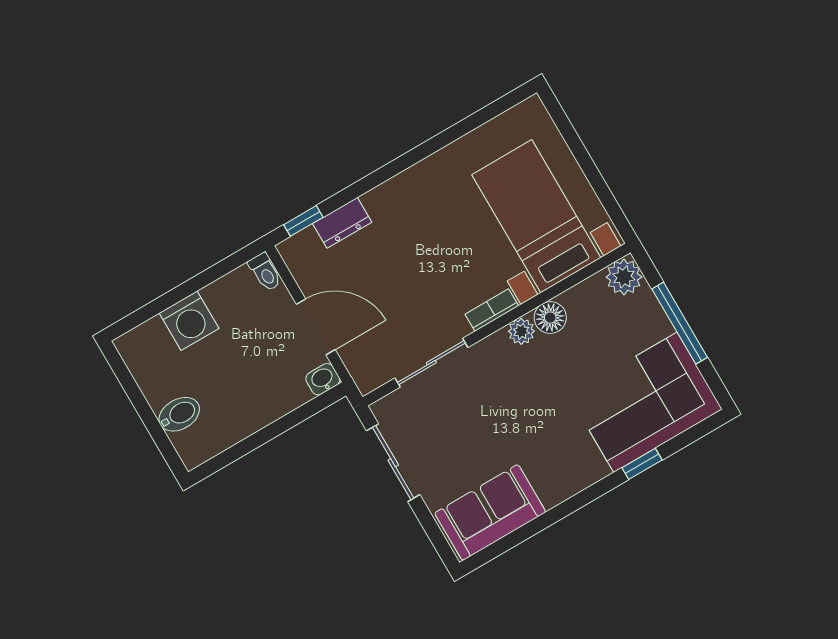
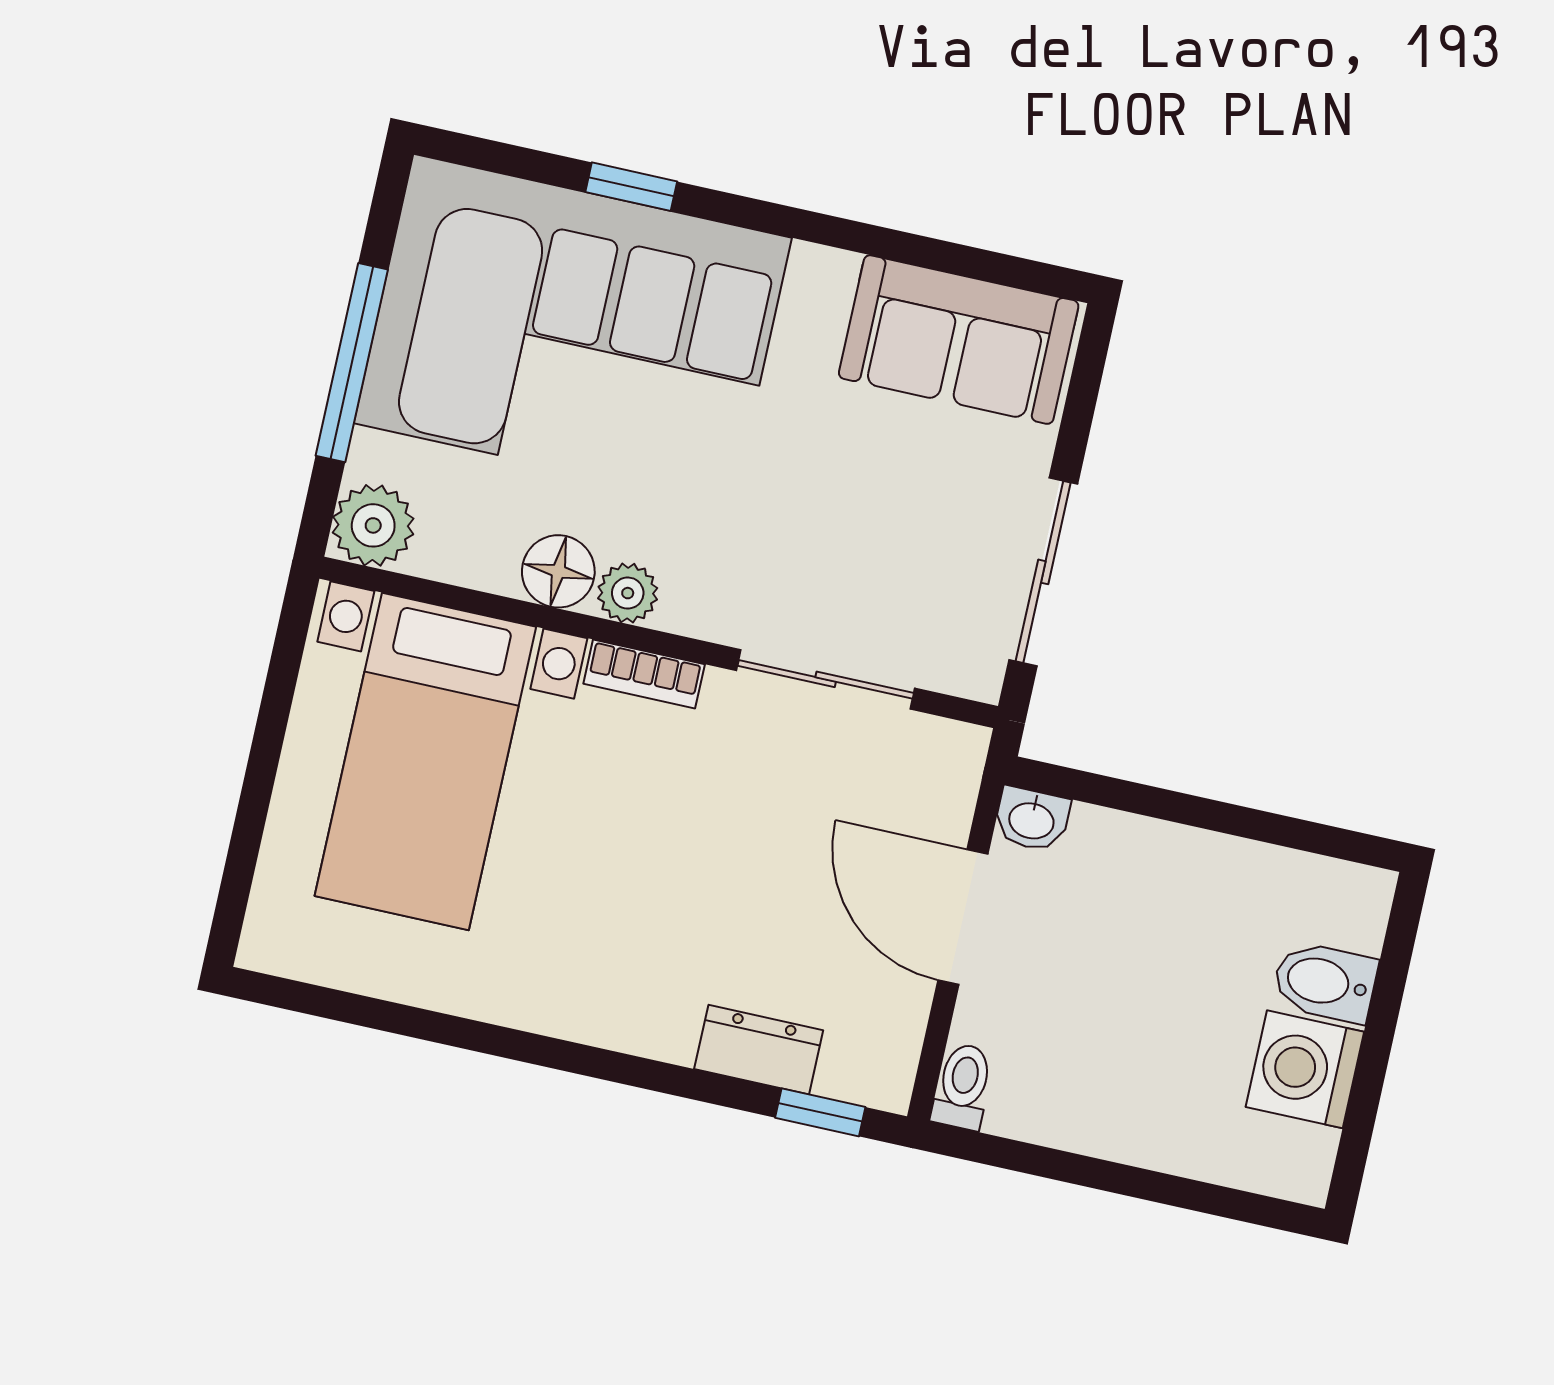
washing machine: (189, 321) -> (1305, 1069), moved, turned -90
corner sofa: (645, 402) -> (573, 330), width x1.36, depth x1.36

